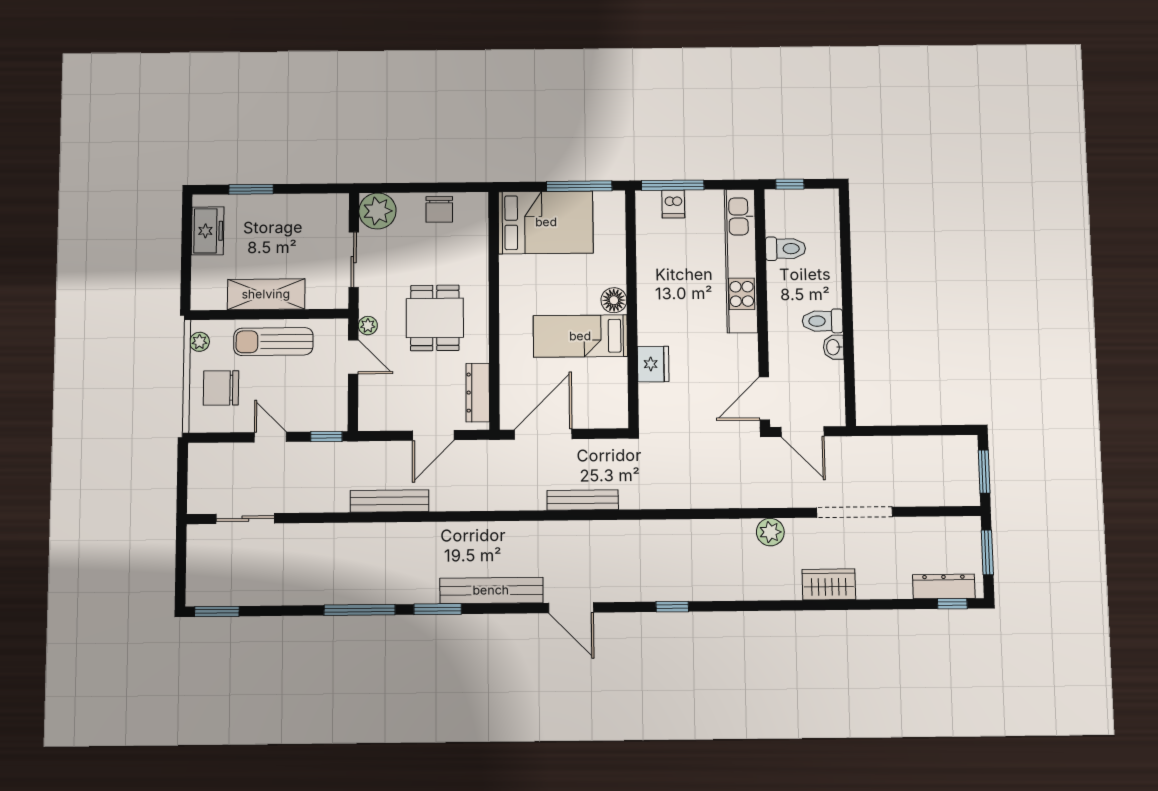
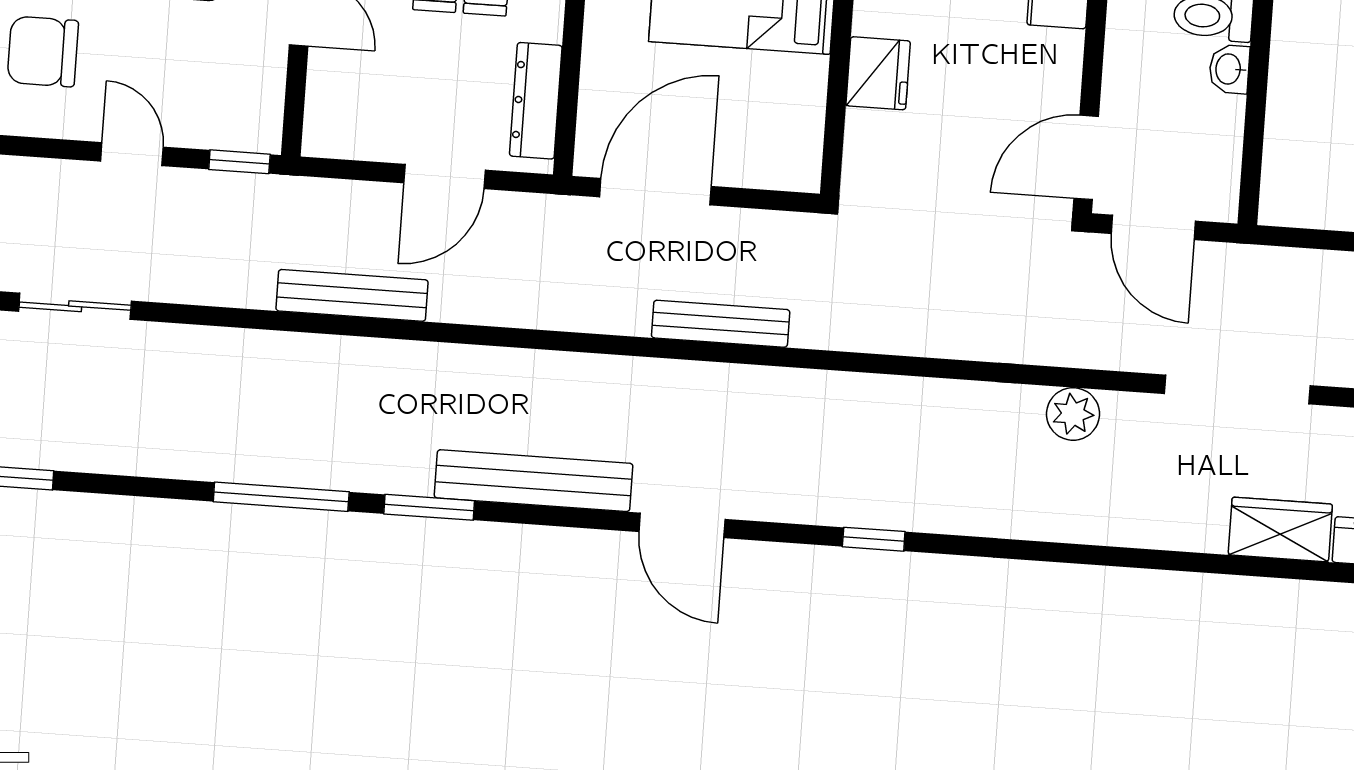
wardrobe: (829, 584) -> (1280, 529), moved

